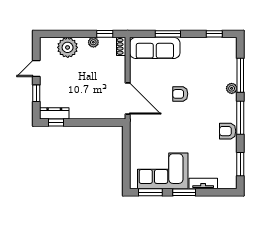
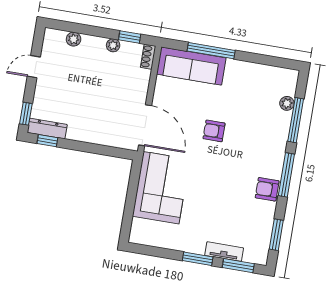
window: (168, 34) -> (211, 51), width x1.44
window: (214, 34) -> (271, 61), removed
plant: (68, 47) -> (74, 39), width x0.53, depth x0.53
plant: (232, 88) -> (287, 103), moved
window: (36, 93) -> (26, 114), moved
corner sofa: (163, 171) -> (161, 188), moved, turned 90
window: (150, 192) -> (238, 266), moved

